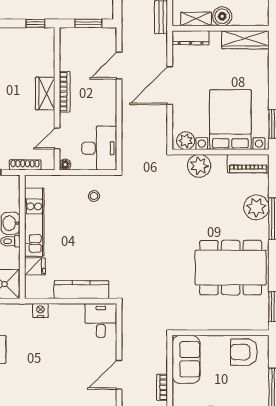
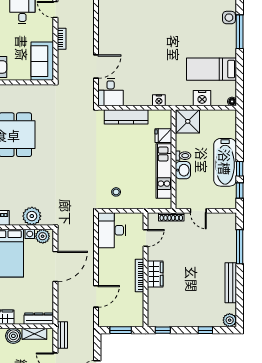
door: (170, 86) -> (55, 266), moved
floor lamp: (65, 165) -> (139, 217), removed
door: (119, 375) -> (96, 67), moved

